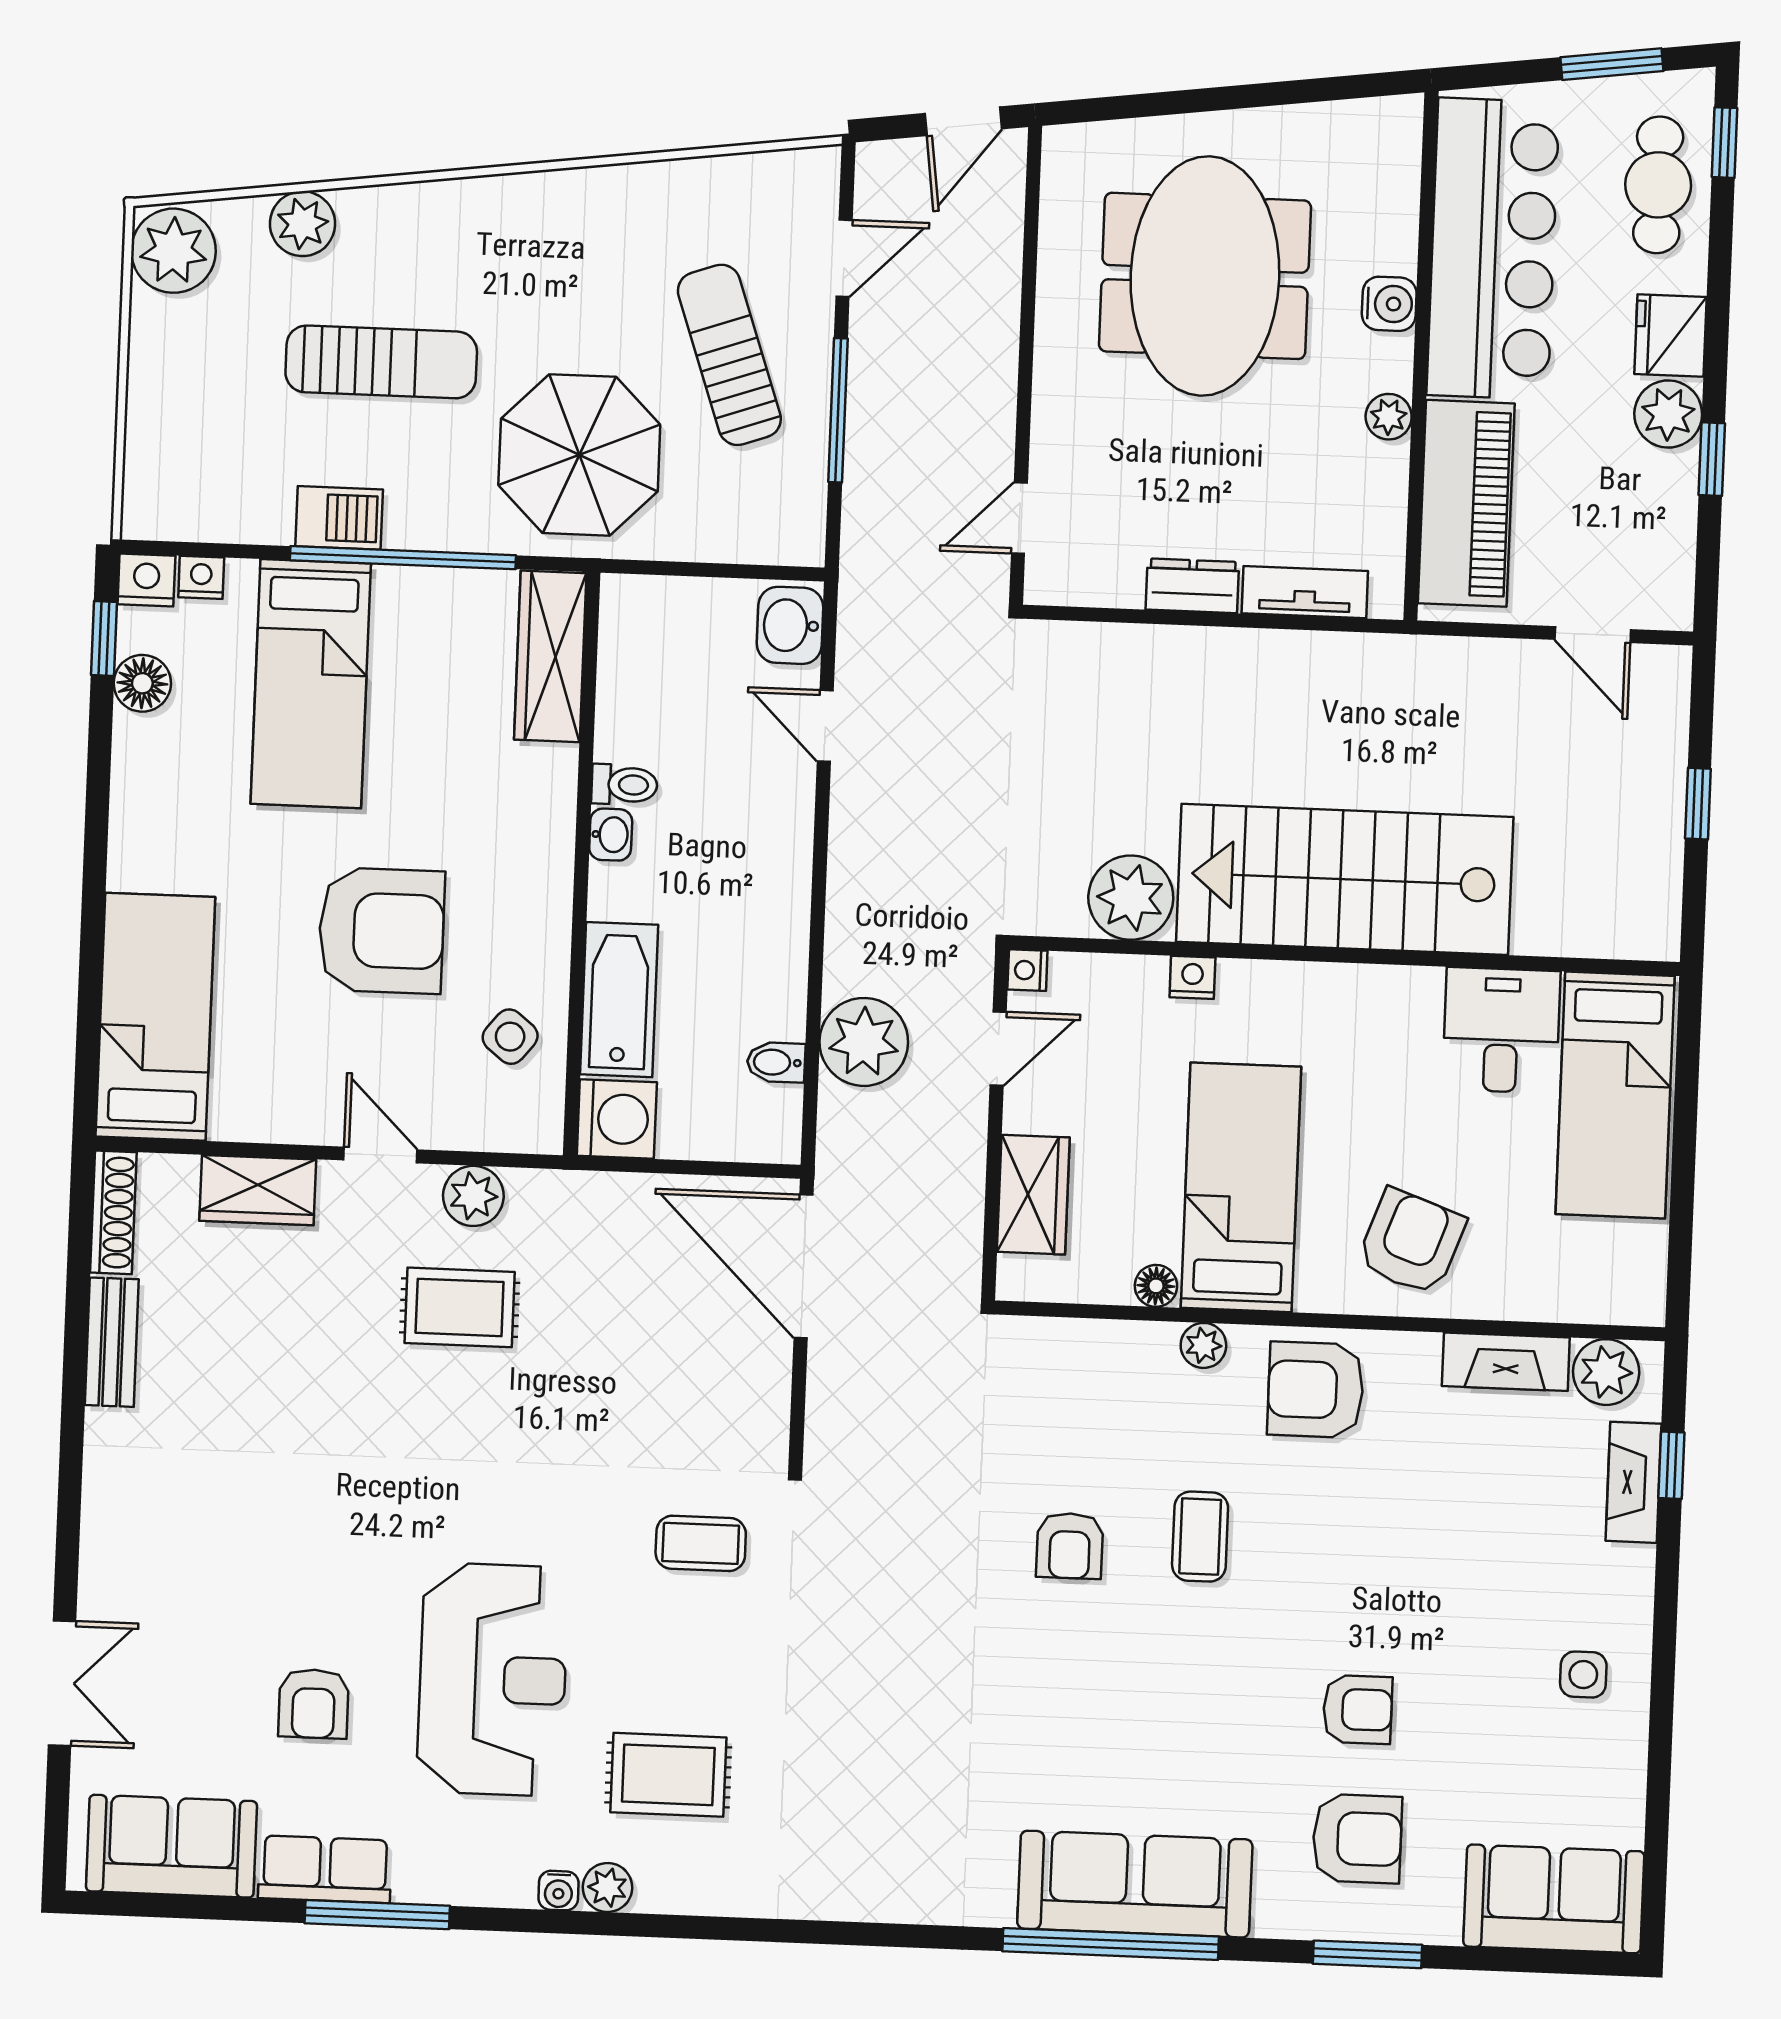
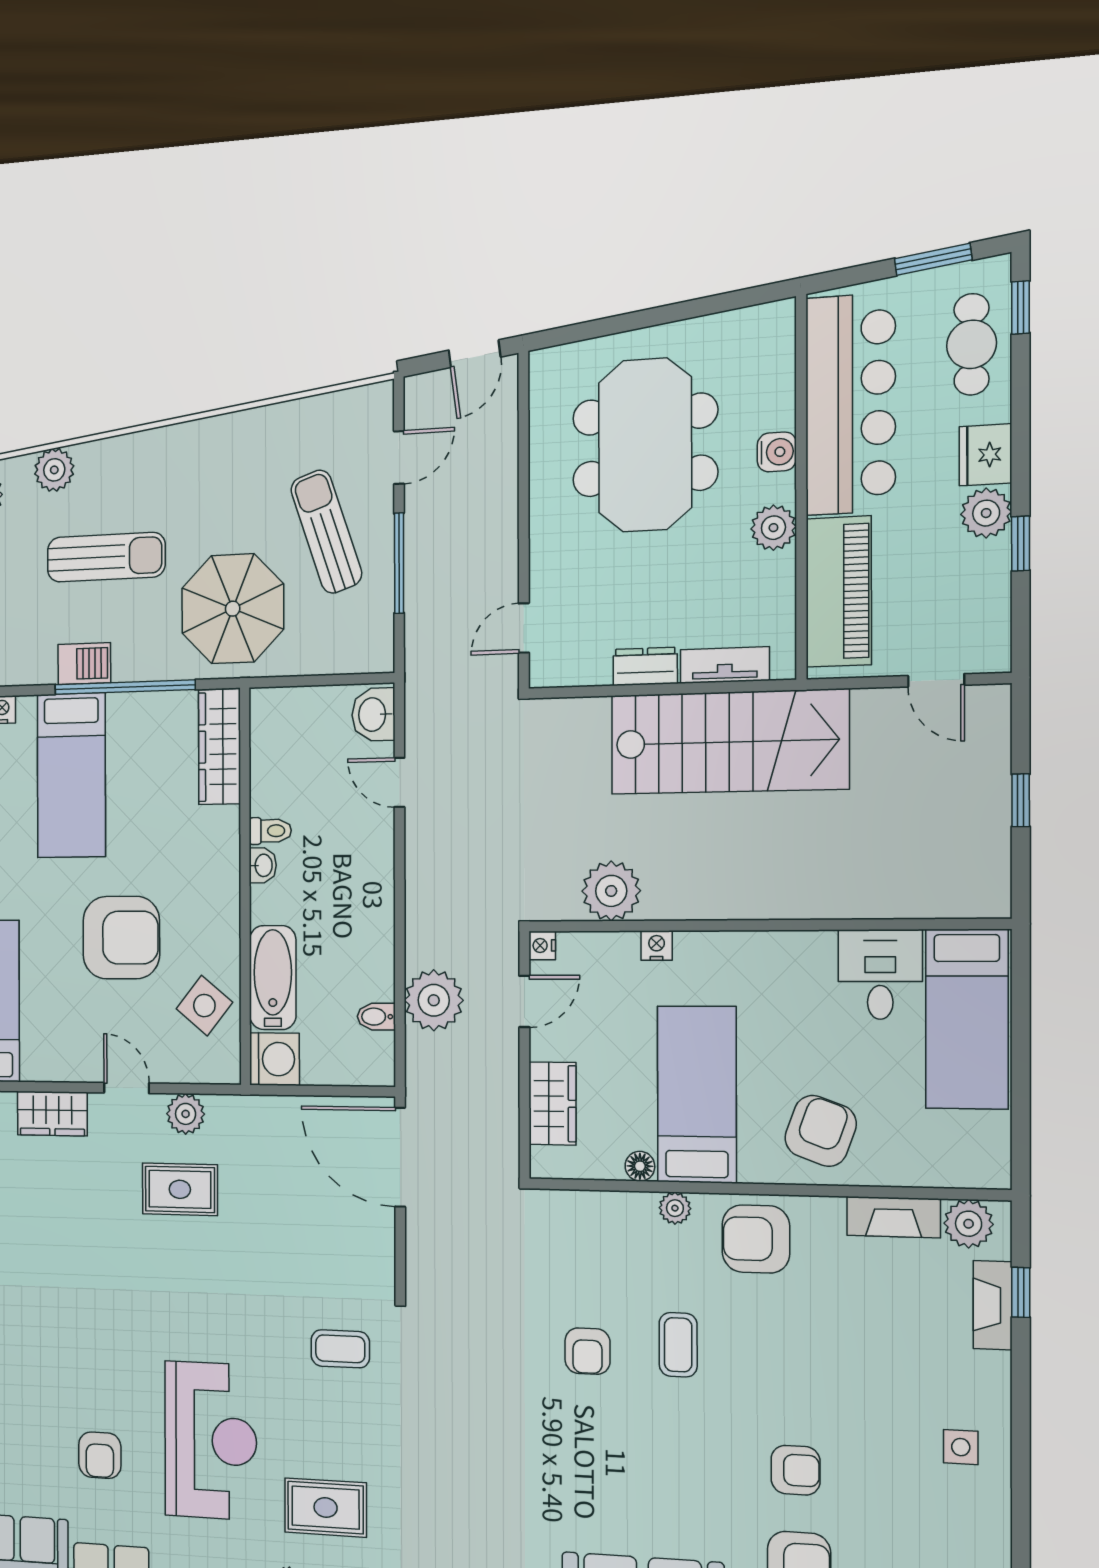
plant: (1389, 417) -> (773, 528), width x1.38, depth x1.38
stairs: (1345, 879) -> (729, 742), moved, turned 180
side table: (510, 1037) -> (204, 1006), width x1.37, depth x1.37

